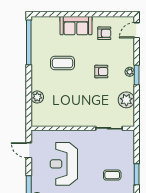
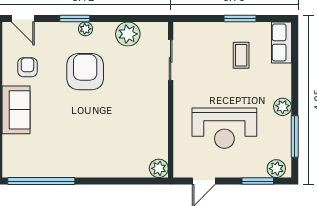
coffee table: (63, 63) -> (72, 130), removed
armchair: (101, 72) -> (85, 72), width x1.88, depth x1.88
window: (137, 75) -> (75, 18), moved
plant: (37, 97) -> (159, 168), moved

